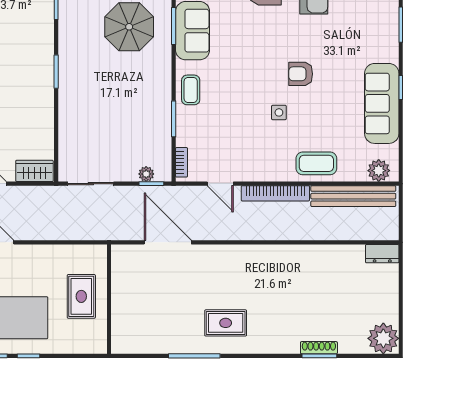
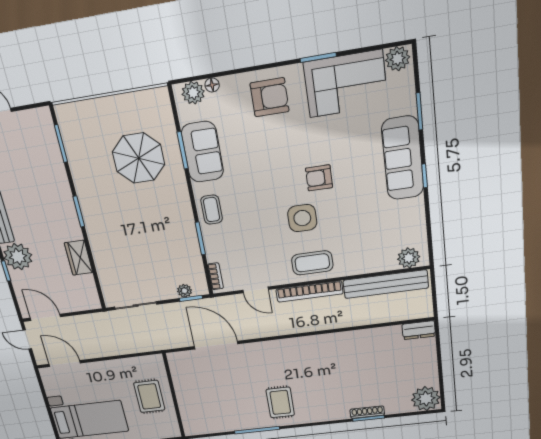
sofa: (382, 103) -> (403, 158), moved
side table: (279, 112) -> (302, 218), width x1.87, depth x1.87
coffee table: (316, 163) -> (312, 263), moved
wardrobe: (34, 171) -> (79, 258), moved, turned -90
rug: (226, 323) -> (280, 402), turned 90

